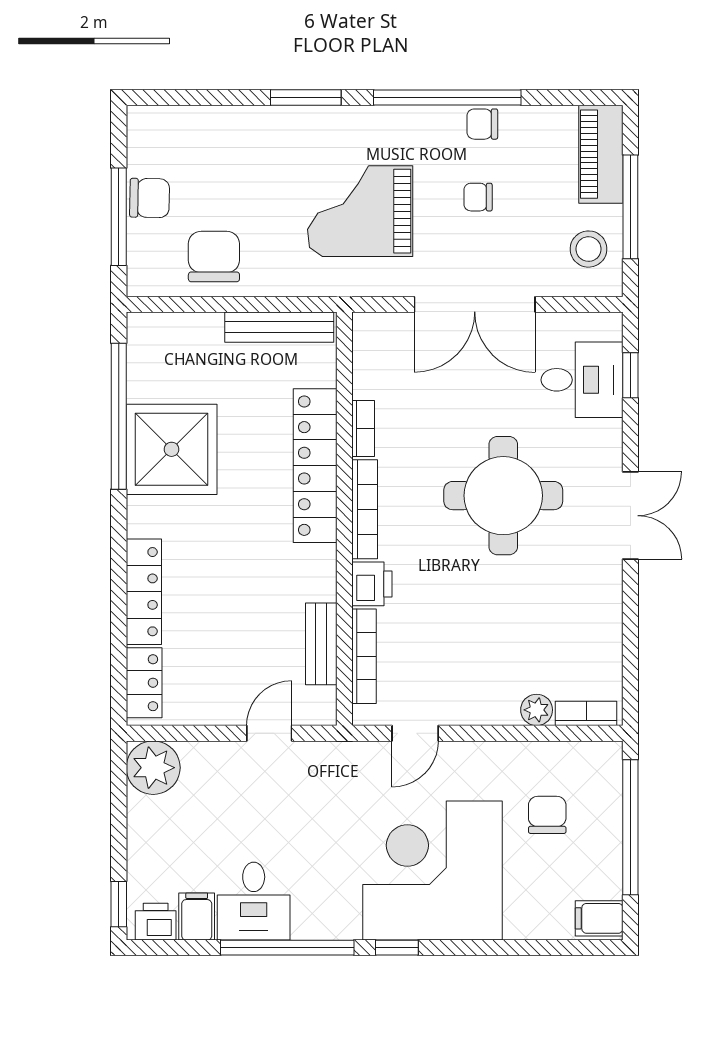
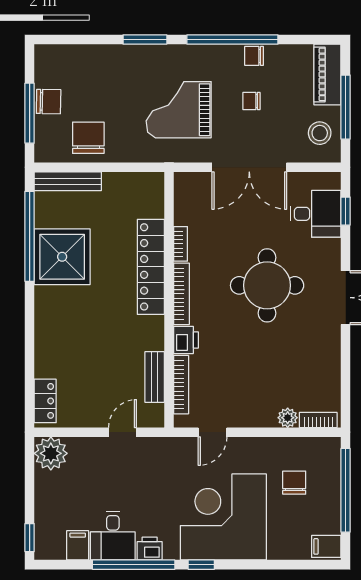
bench: (279, 327) -> (68, 181), moved
locker: (144, 592) -> (45, 345), removed
printer: (156, 922) -> (150, 549), moved

